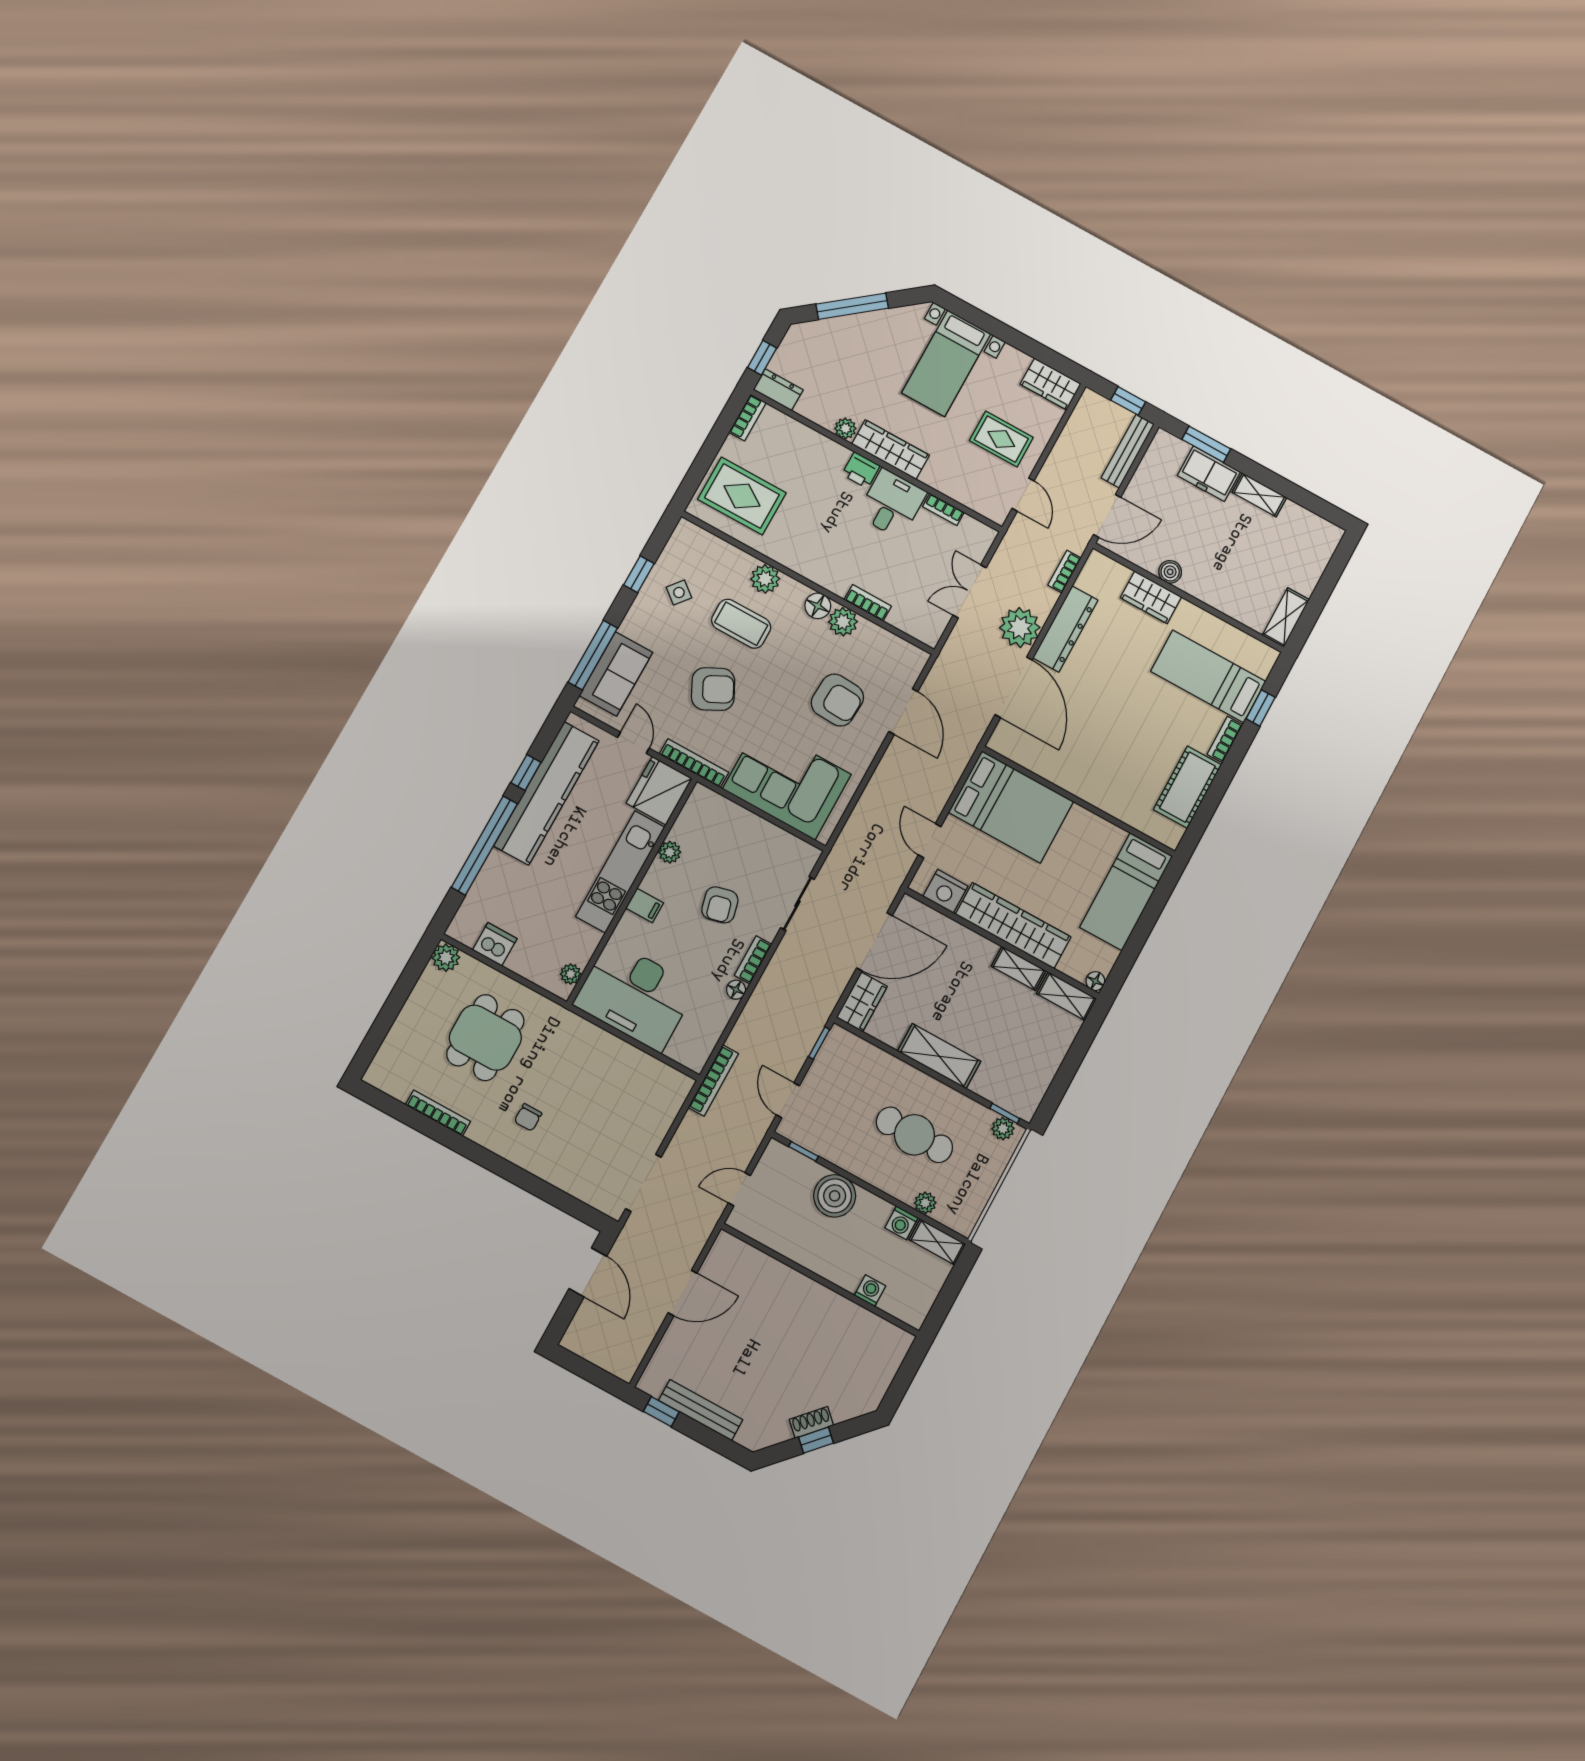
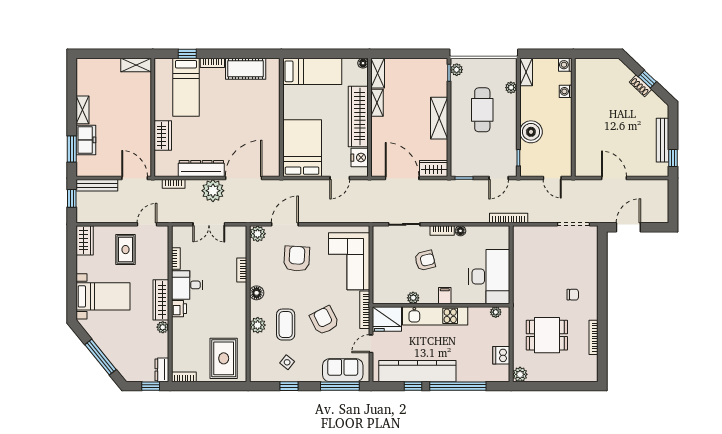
boiler: (1170, 572) -> (145, 133), removed
plant: (843, 622) -> (258, 234), moved
washing machine: (901, 1223) -> (565, 65), moved, turned 180

